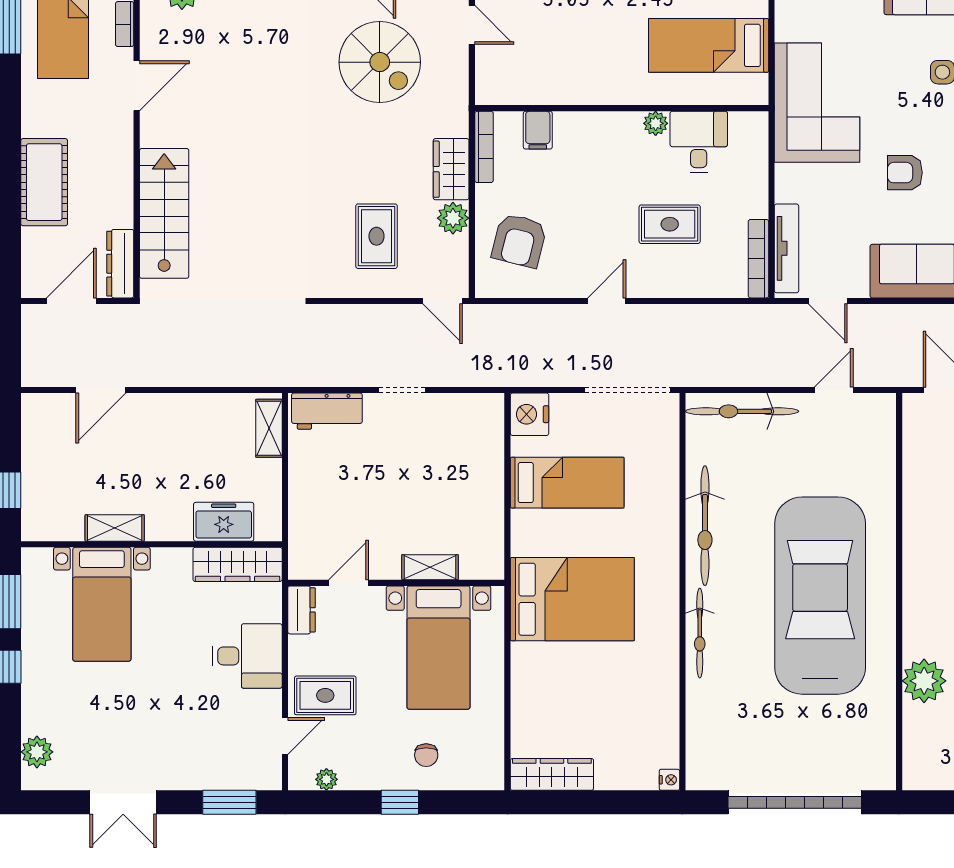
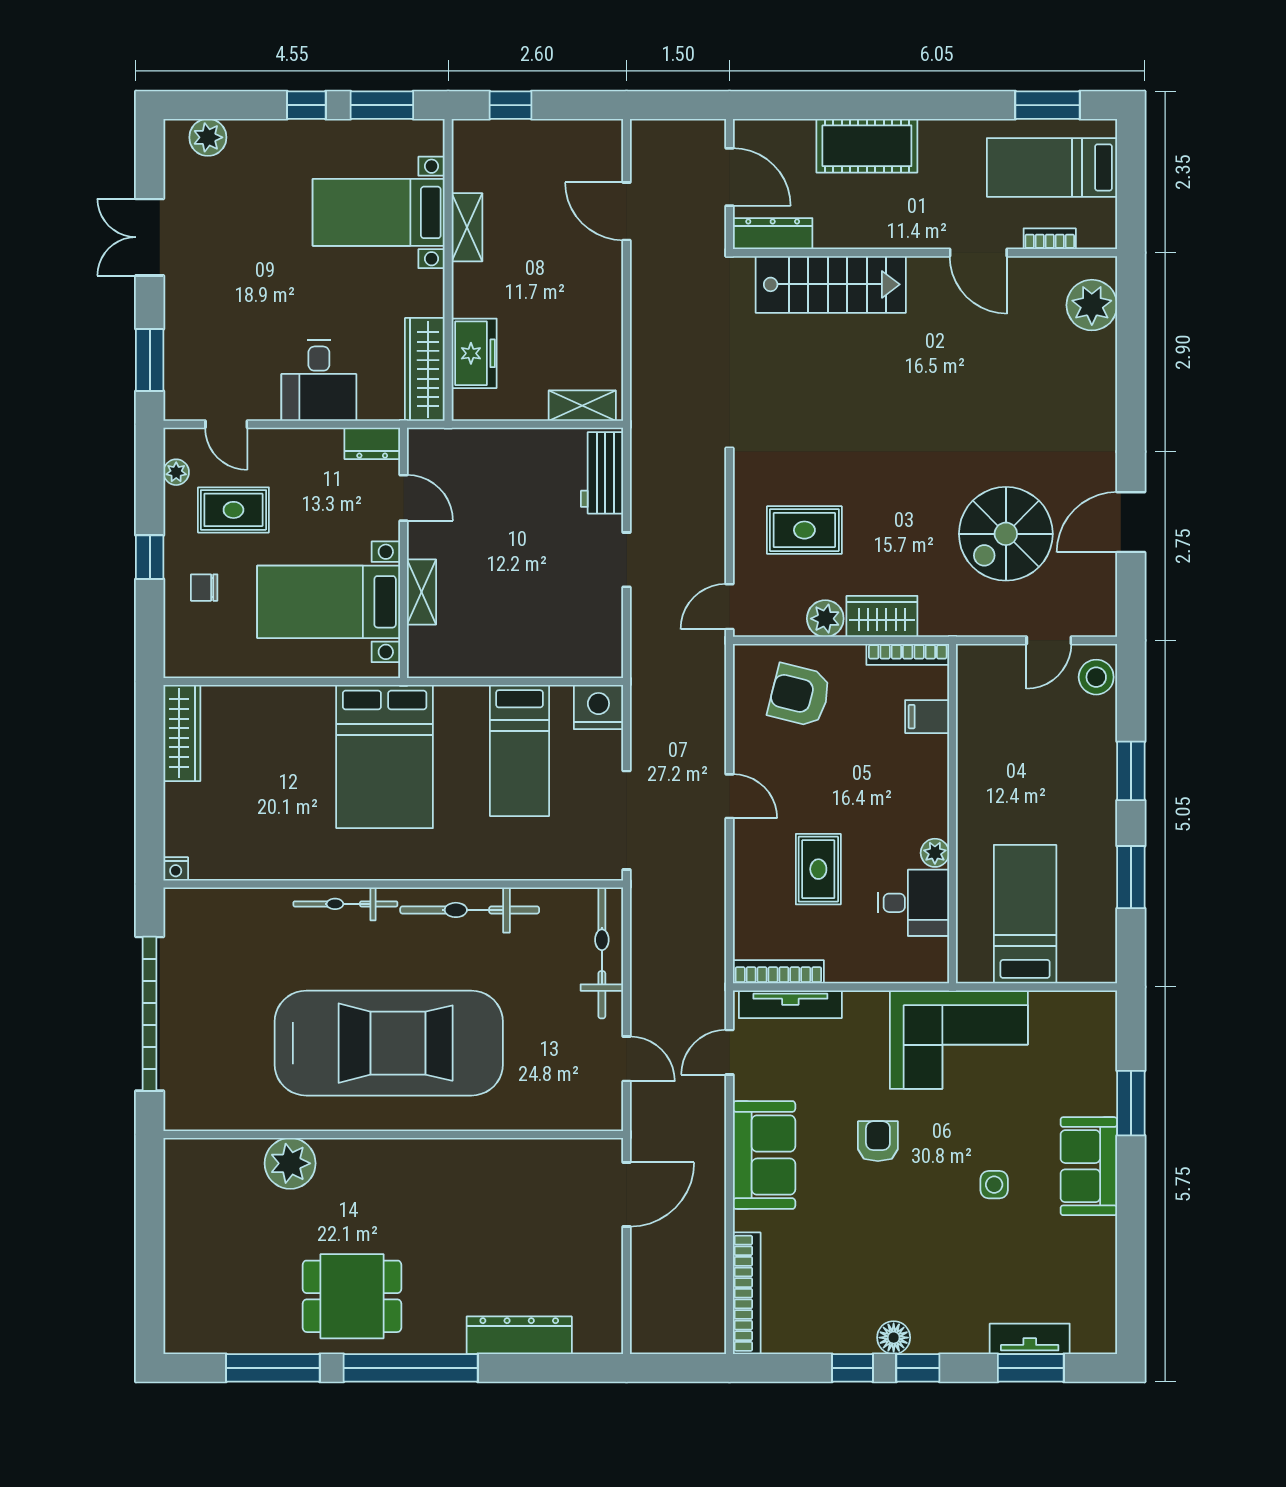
rug: (325, 695) -> (233, 510), moved, turned 90

